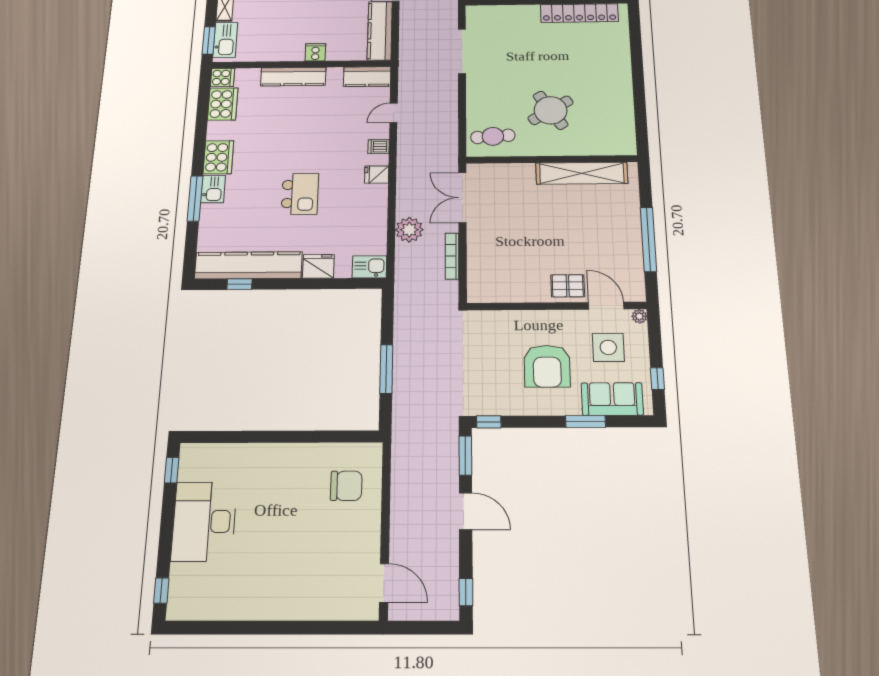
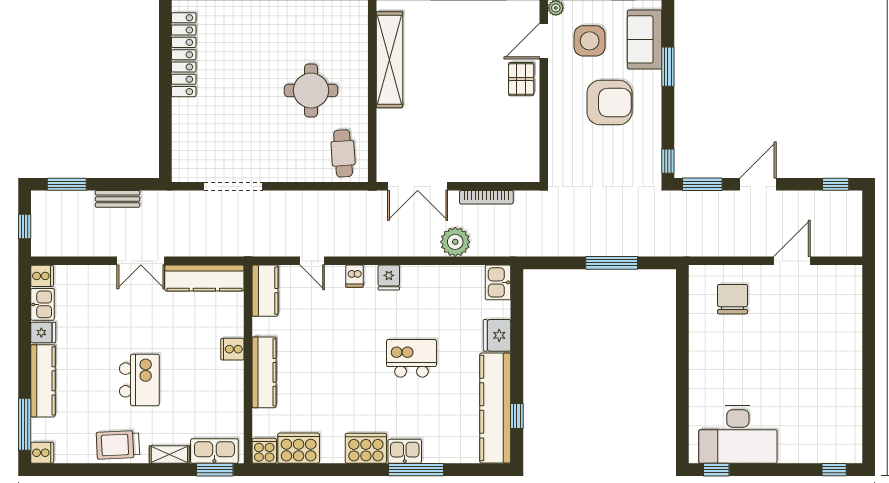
round table: (551, 110) -> (311, 90), turned 32
desk: (204, 521) -> (738, 434), moved
door: (384, 583) -> (792, 261), moved

